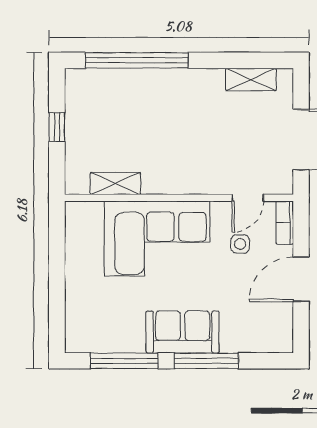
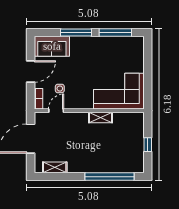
shelving: (115, 184) -> (100, 117), moved
corner sofa: (157, 238) -> (119, 91), moved
sofa: (183, 332) -> (52, 46), moved

